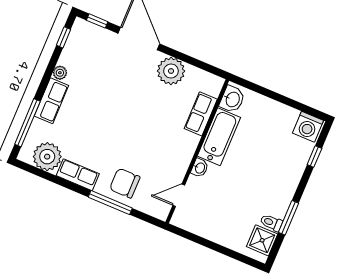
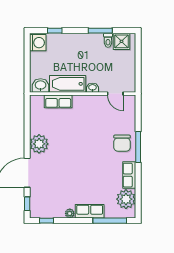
washbasin: (232, 99) -> (41, 85), moved
row of seats: (201, 114) -> (58, 101), moved
bathtub: (219, 137) -> (68, 84), moved
wall: (197, 151) -> (83, 94), moved
washbasin: (200, 168) -> (92, 88), moved
door: (179, 195) -> (115, 94), moved

